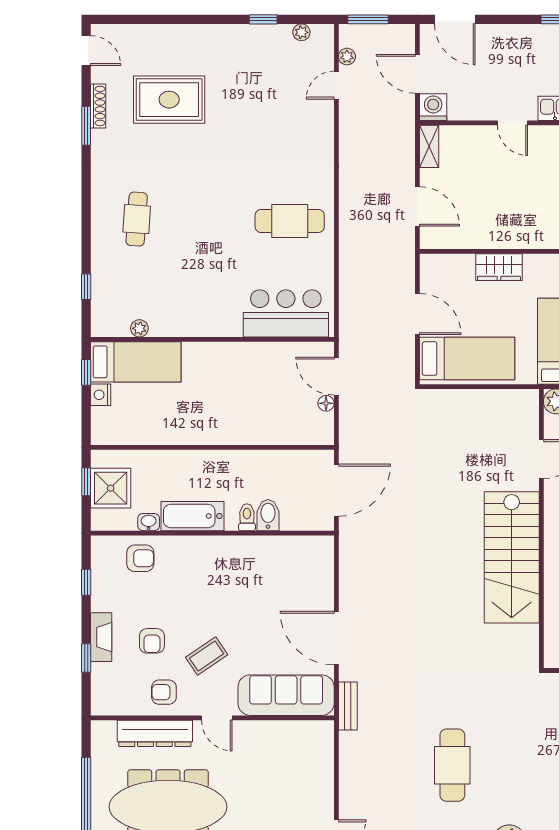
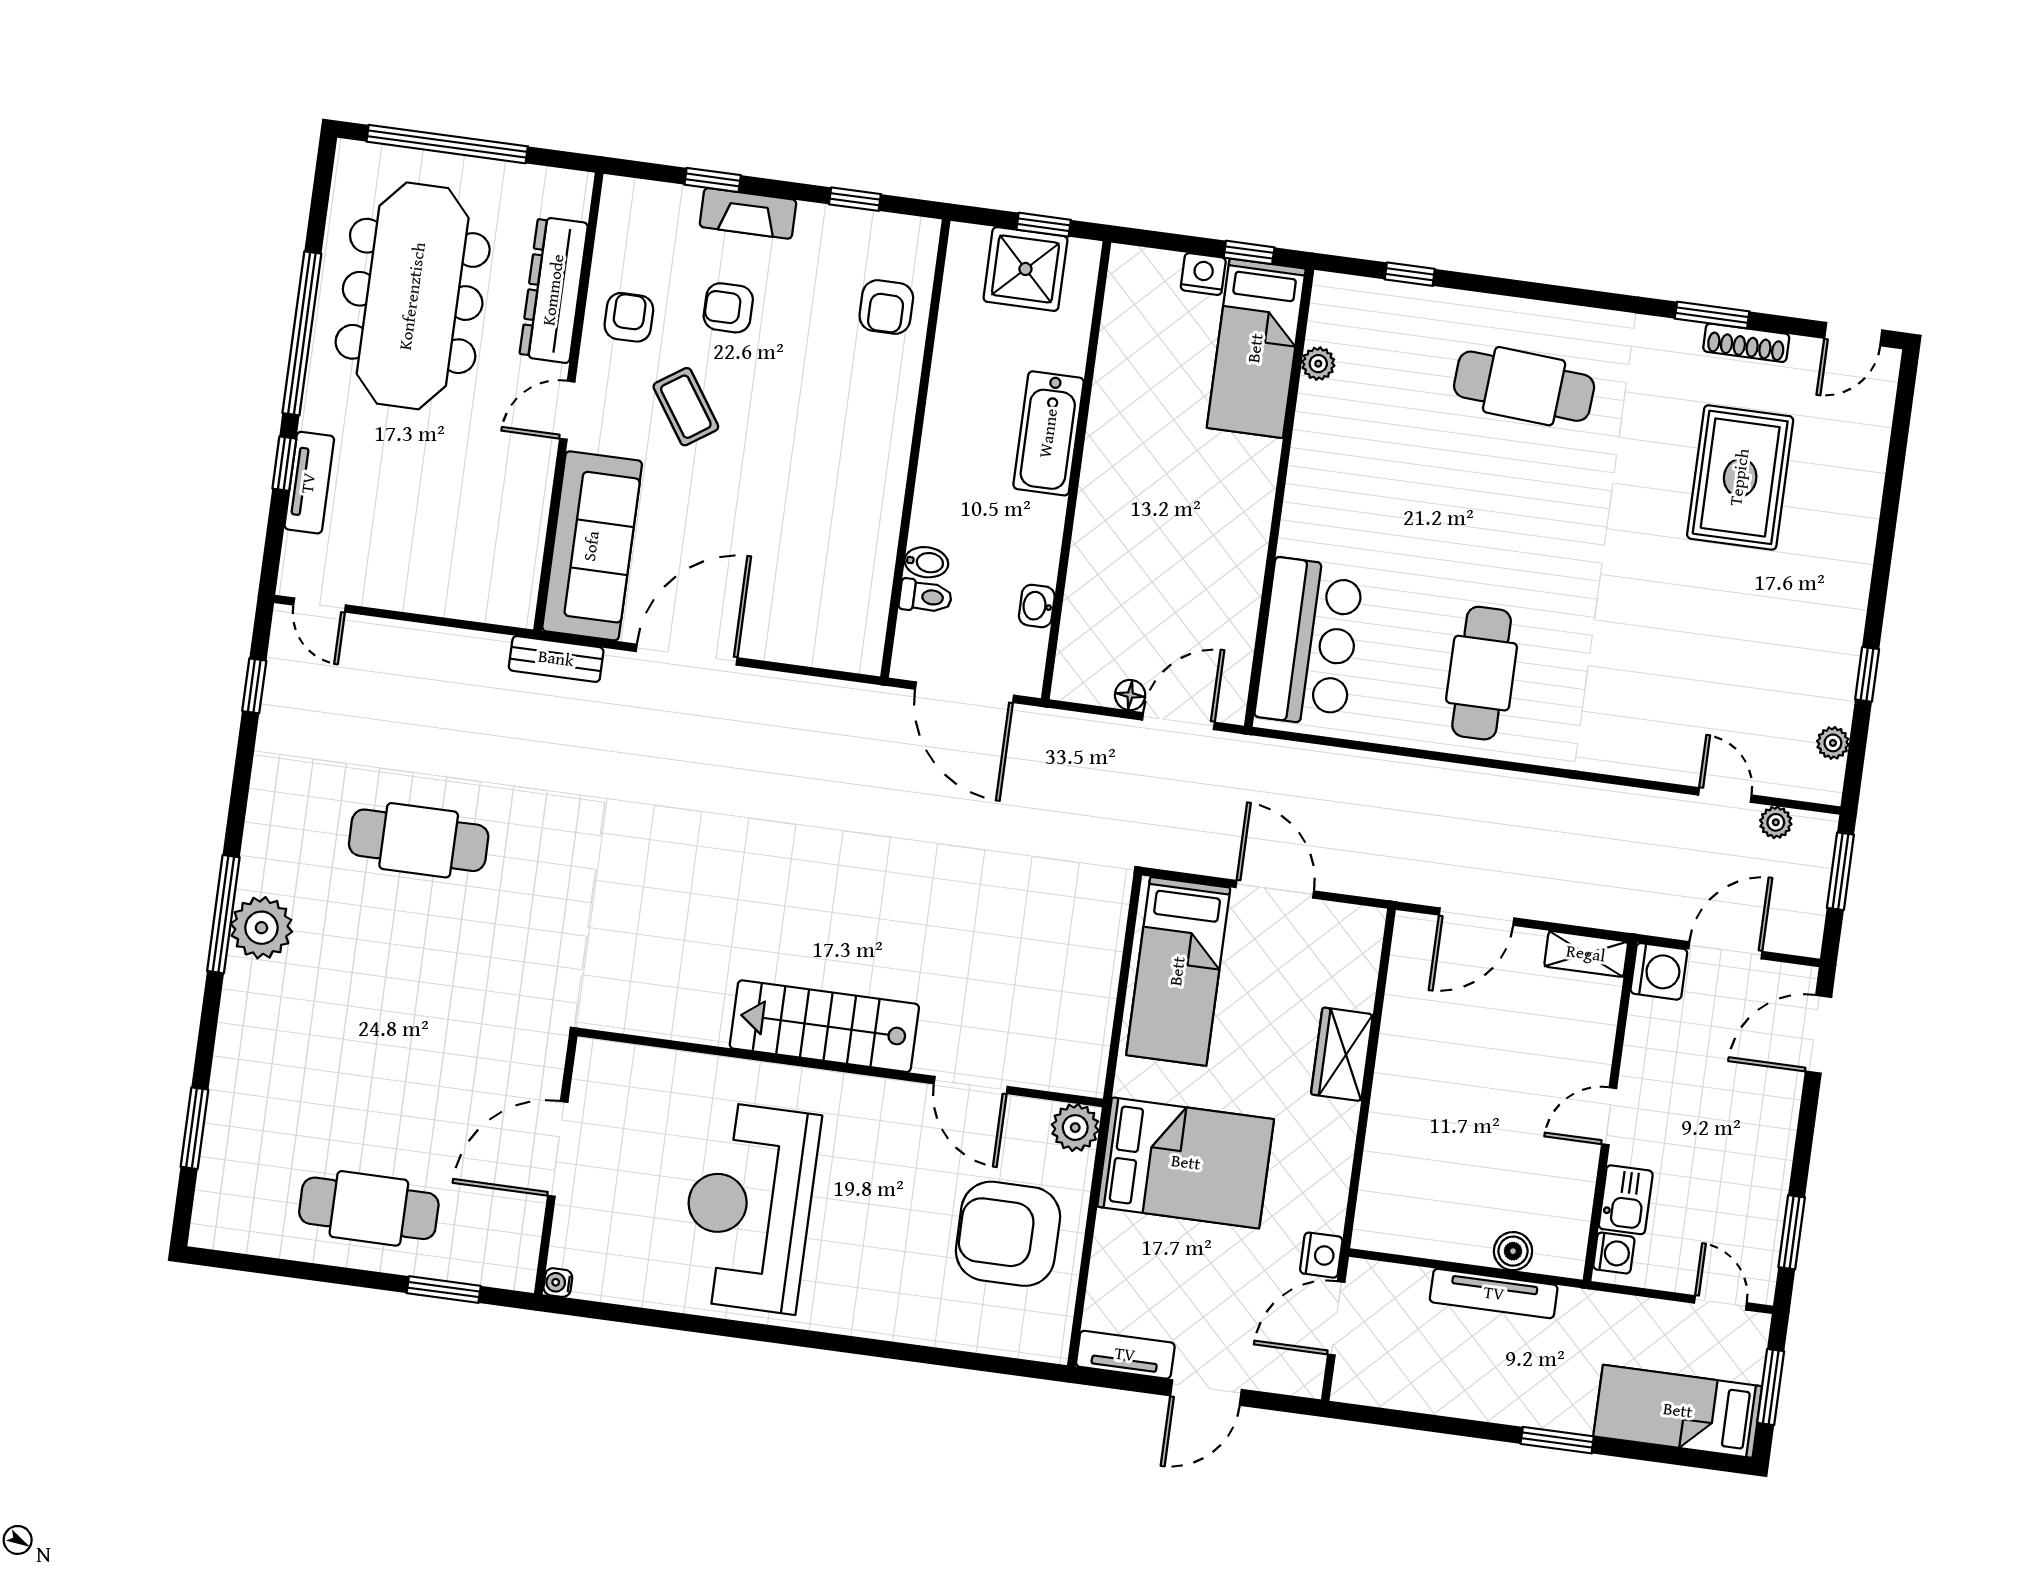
cafe table: (137, 219) -> (1524, 386), width x1.37, depth x1.35
door: (417, 314) -> (1275, 889), swing flipped
bidet: (268, 515) -> (926, 562), width x0.72, depth x0.74
bathtub: (192, 516) -> (1049, 433), moved, turned 180
toilet: (247, 517) -> (925, 596), moved
washbasin: (149, 522) -> (1037, 606), moved, turned 180
stairs: (512, 557) -> (824, 1026), width x0.73, depth x0.66

